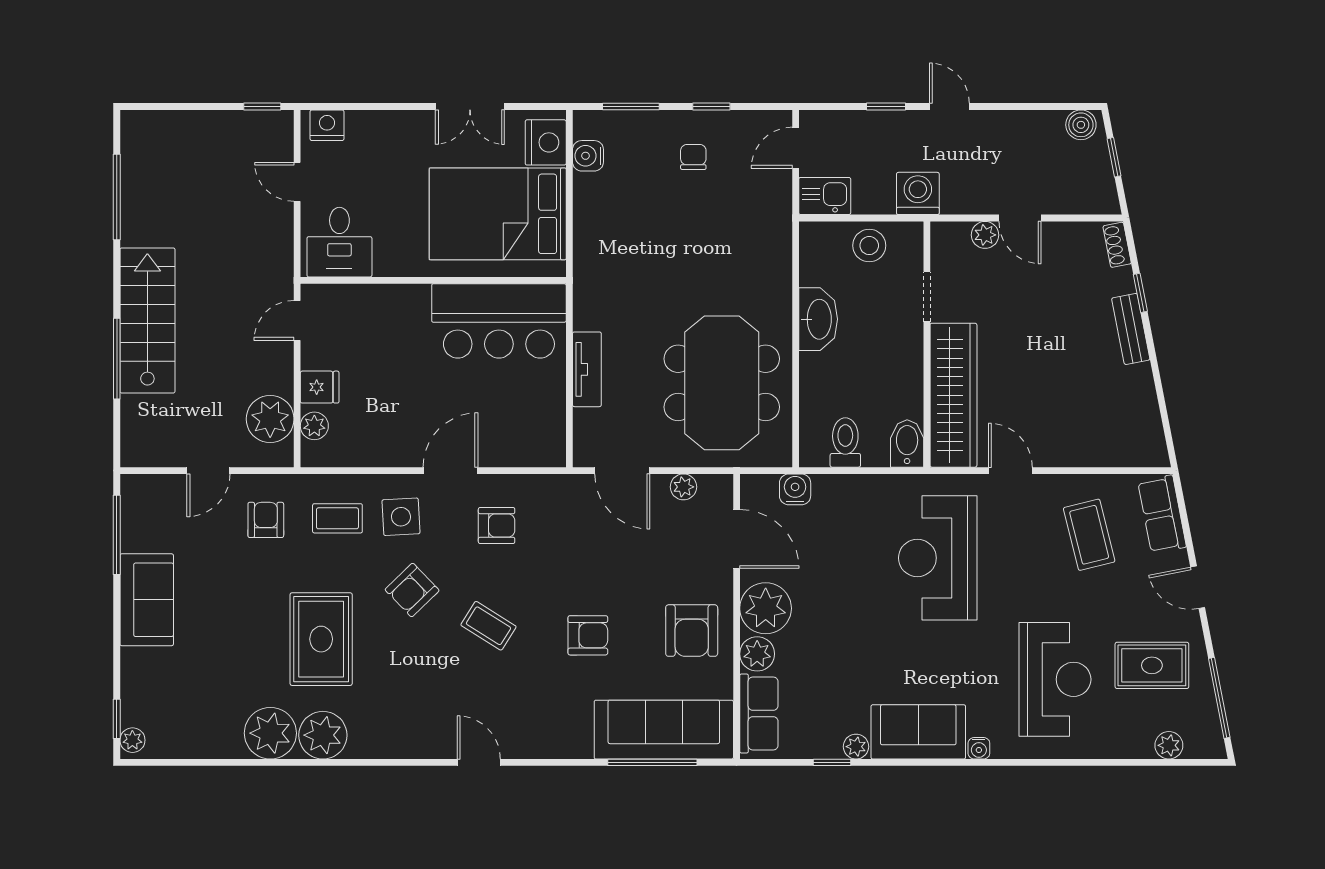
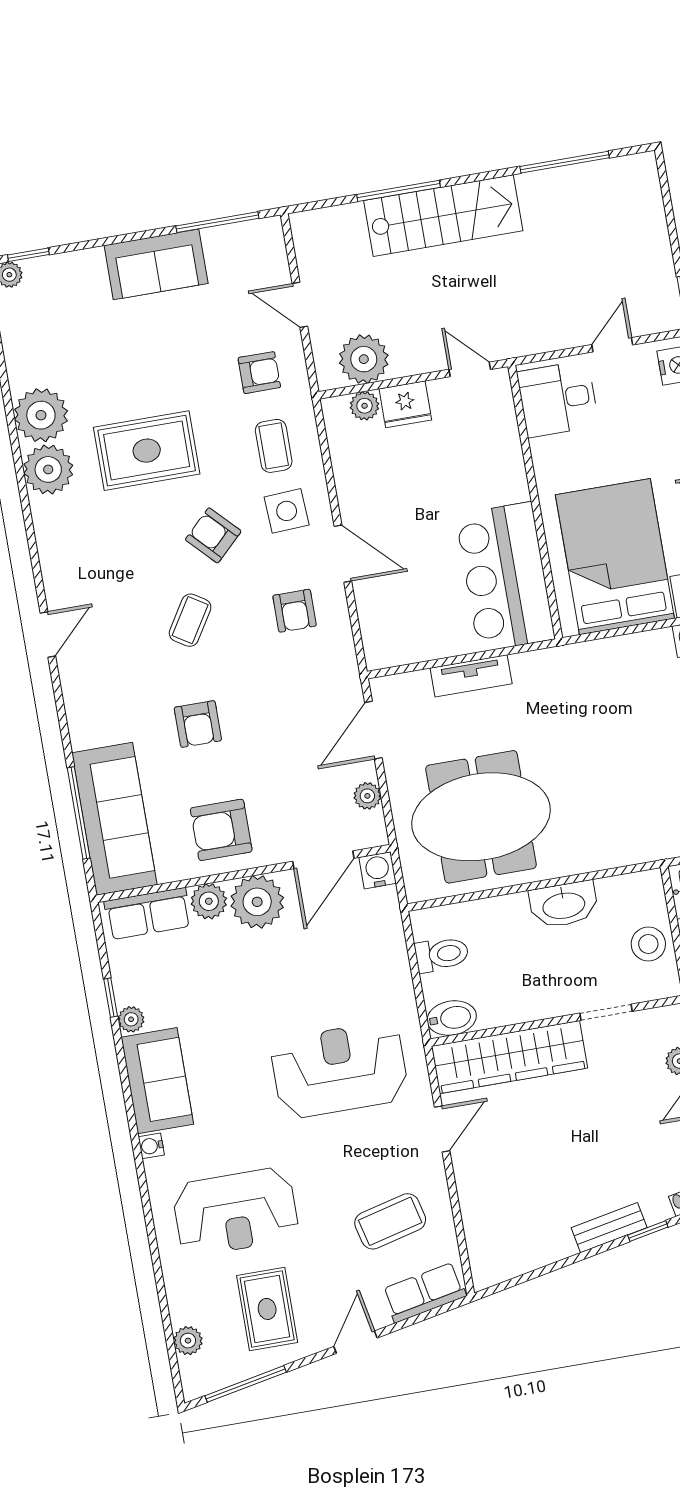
fridge: (320, 387) -> (405, 404), width x1.38
water cooler: (795, 489) -> (378, 870), moved, turned -90

